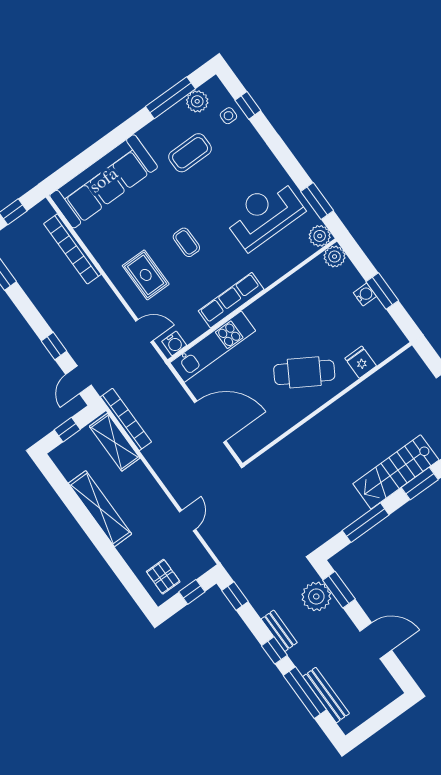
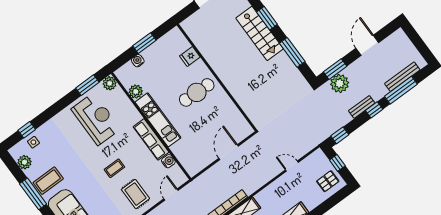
window: (171, 98) -> (33, 194), moved
coffee table: (190, 153) -> (48, 181), moved, turned 90
reception desk: (264, 214) -> (96, 119), turned 180
plant: (335, 256) -> (136, 92), moved
rug: (146, 275) -> (135, 194), turned 90
water cooler: (365, 294) -> (138, 61), moved
water cooler: (174, 343) -> (168, 161), moved
kitchen unit: (213, 347) -> (158, 120), moved
cafe table: (304, 372) -> (197, 92), turned 61
door: (210, 422) -> (229, 152), width x0.73

